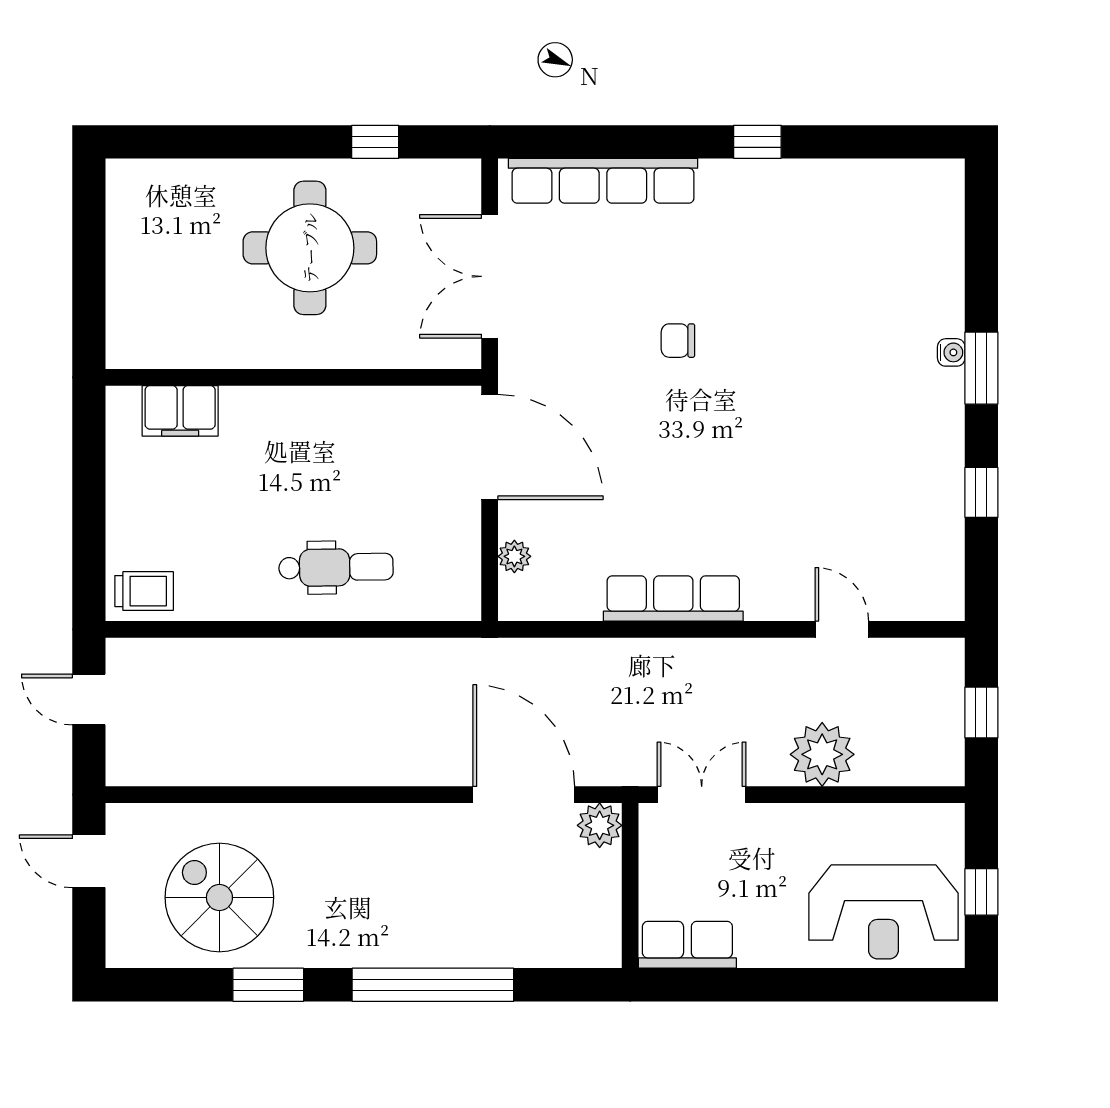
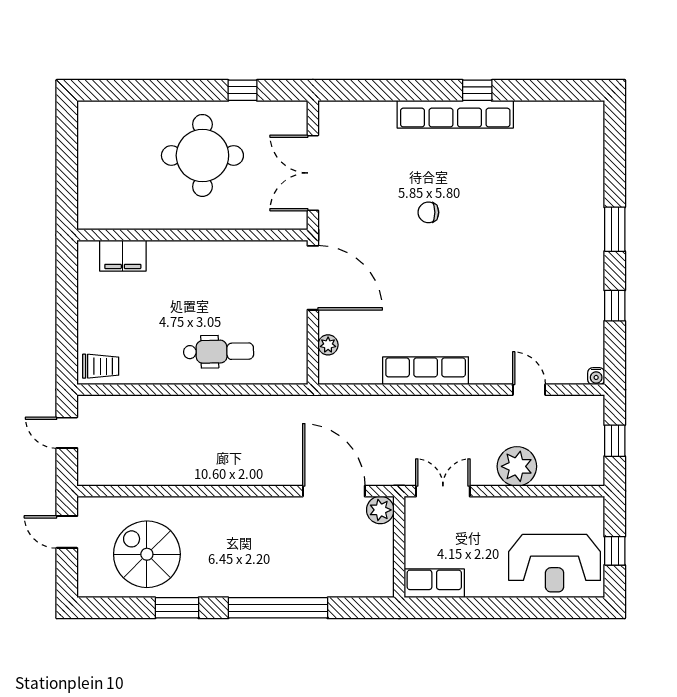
row of seats: (603, 181) -> (455, 114), moved
water cooler: (951, 352) -> (596, 376), moved, turned 90

